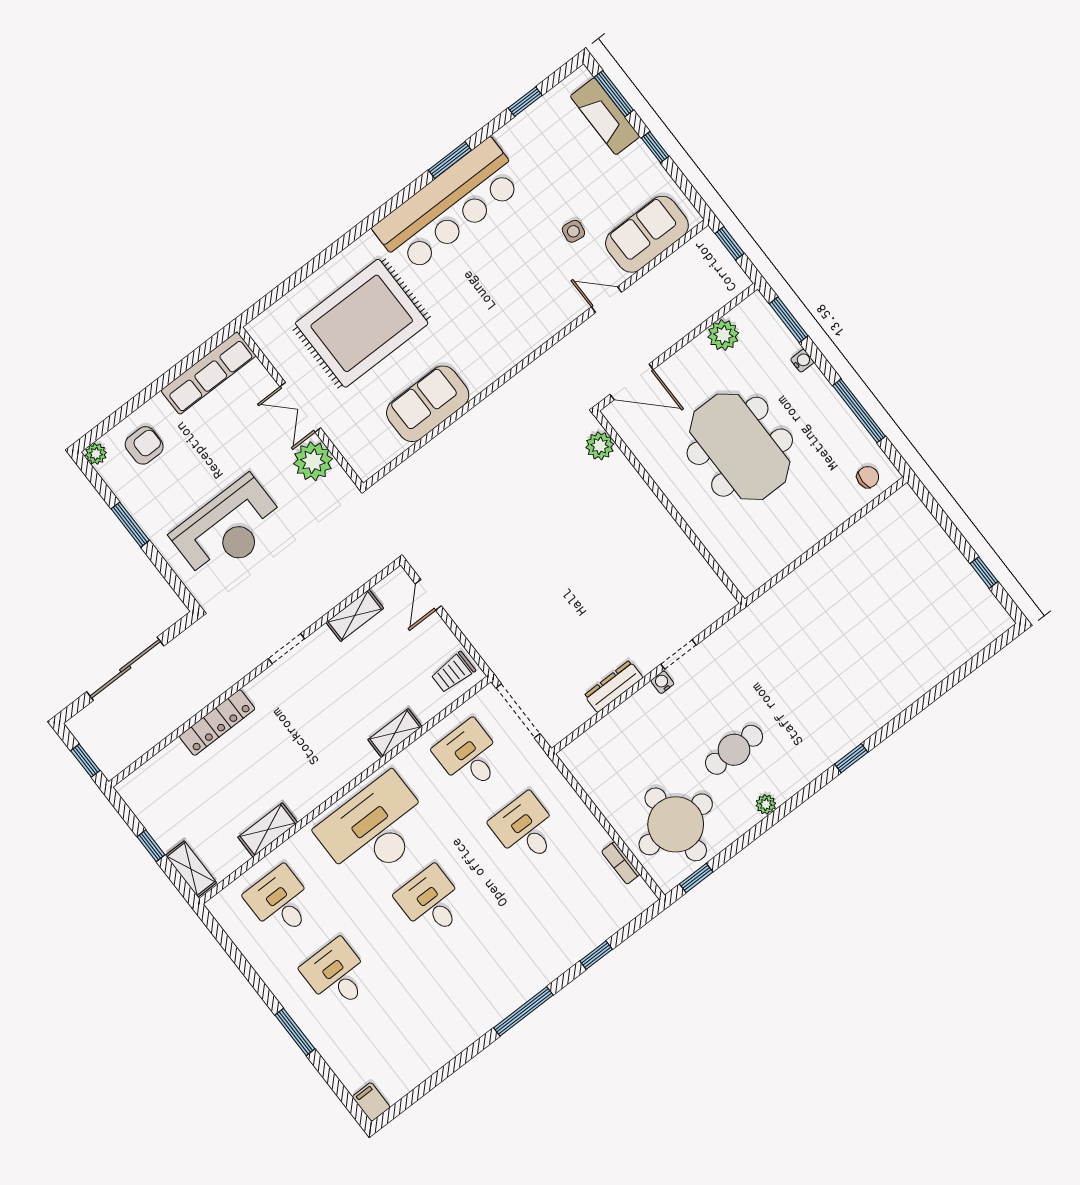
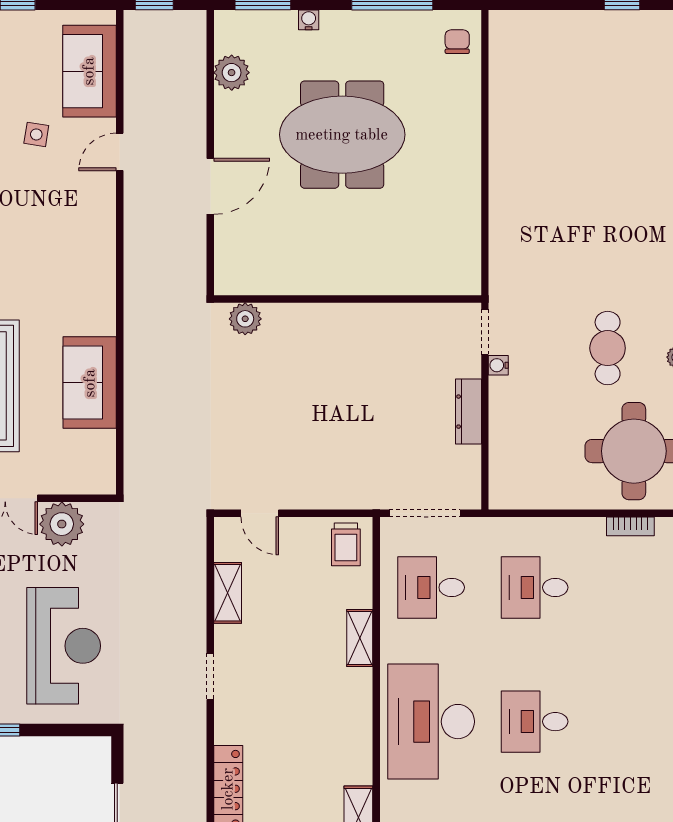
plant: (600, 446) -> (245, 319), moved
wall: (669, 507) -> (348, 299), moved

